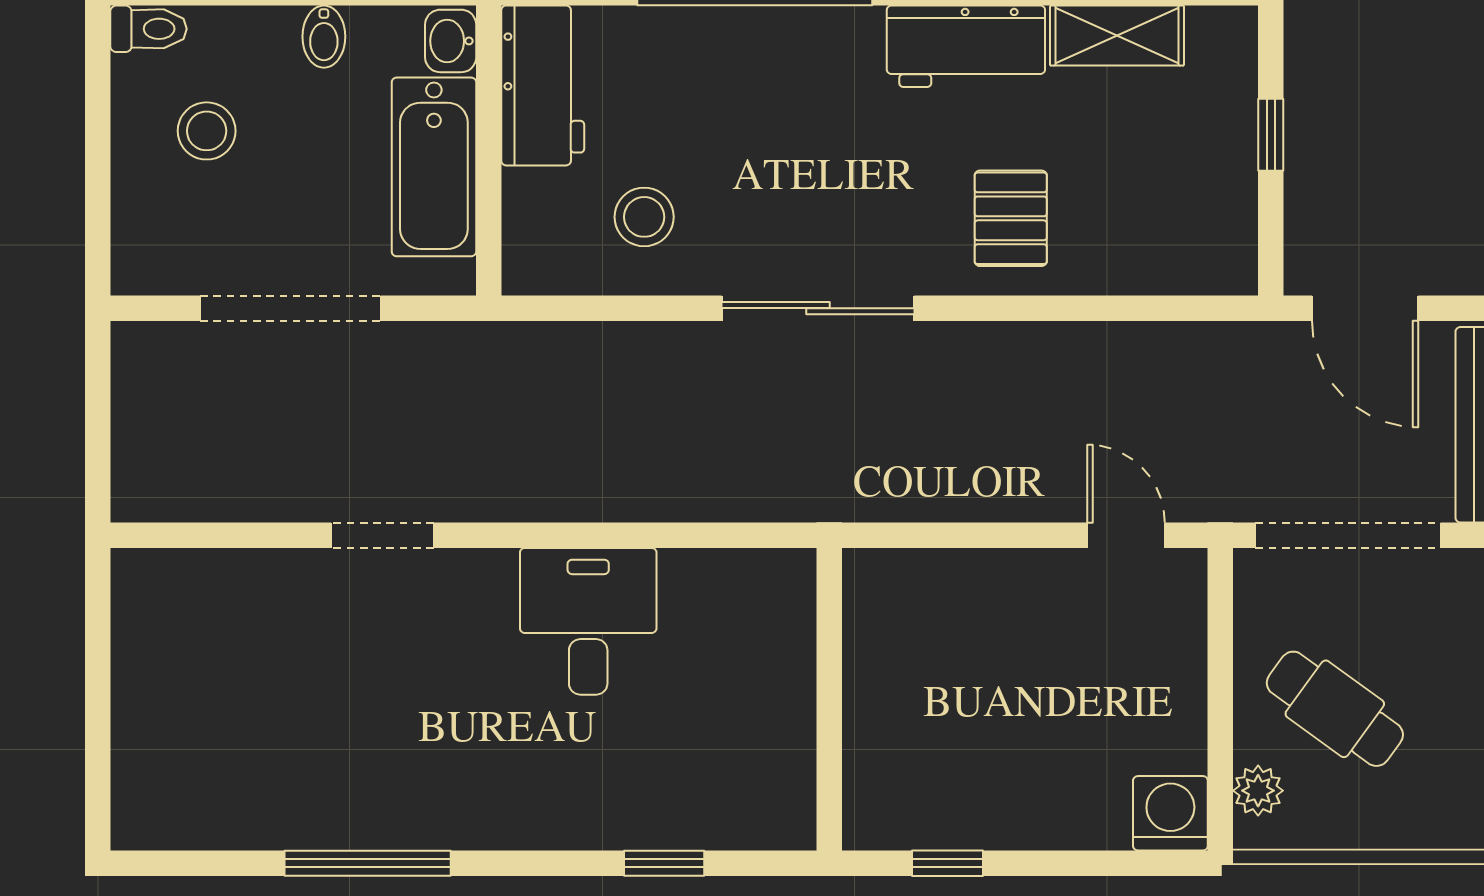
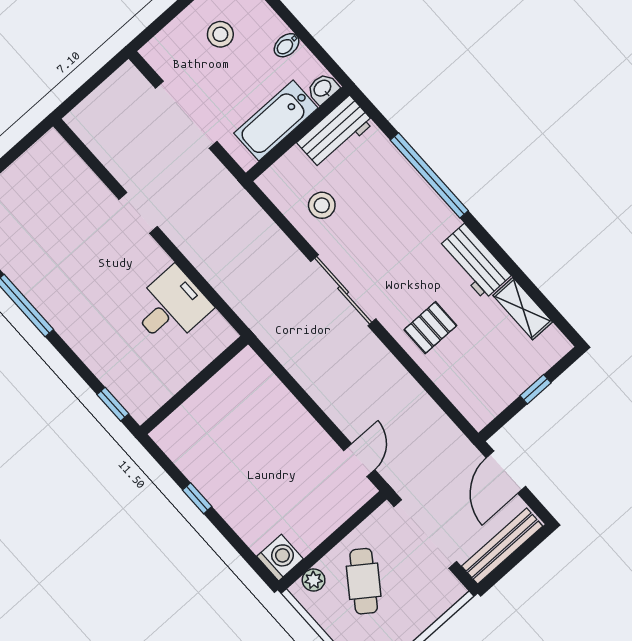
wall: (829, 699) -> (194, 385), moved

